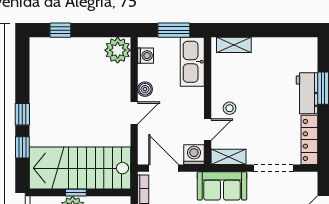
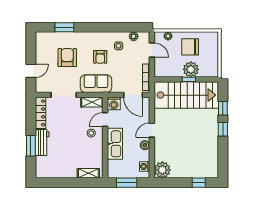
kitchen sink: (192, 62) -> (115, 144), moved

